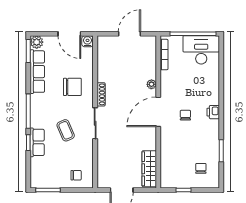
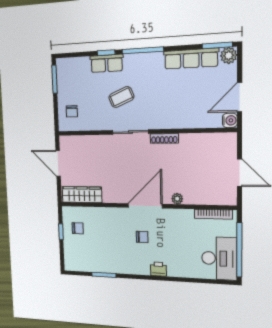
chair: (72, 87) -> (173, 103), removed
door: (158, 112) -> (145, 206), hinge flipped
printer: (213, 112) -> (158, 269), moved
chair: (201, 168) -> (78, 228), moved

